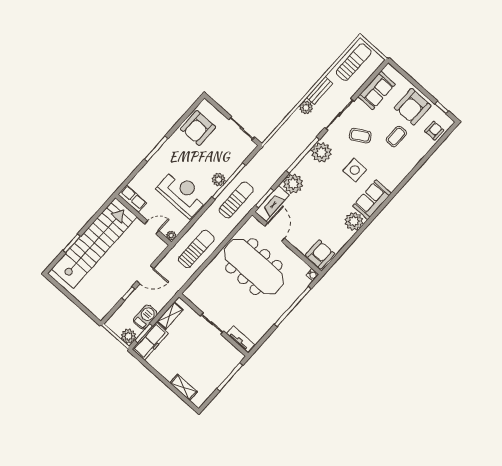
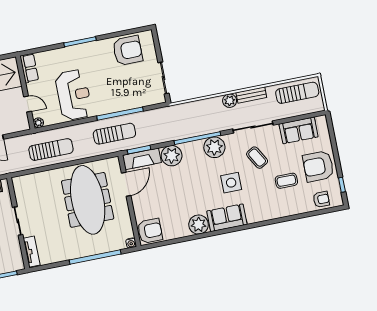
armchair: (198, 128) -> (128, 51), turned 180
plant: (219, 180) -> (113, 106), removed

